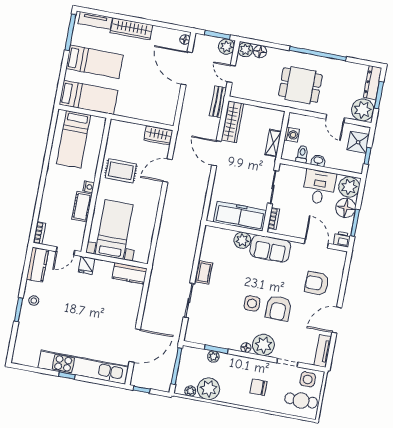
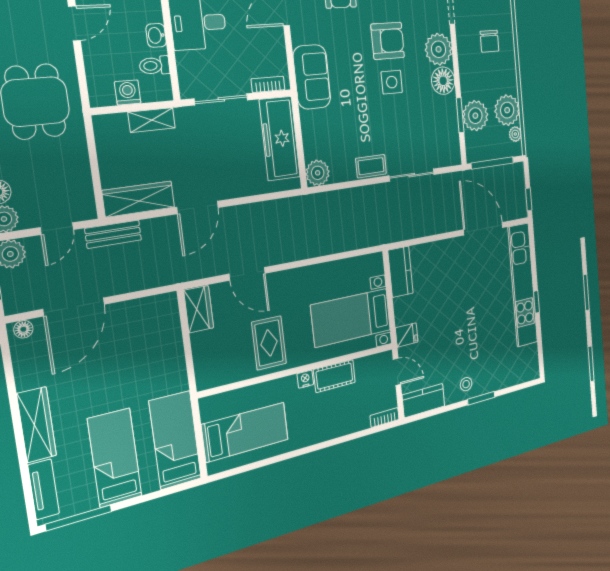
plant: (242, 240) -> (318, 173), moved
floor lamp: (246, 348) -> (443, 81), width x1.89, depth x1.89
plant: (213, 357) -> (475, 116), width x1.87, depth x1.87

